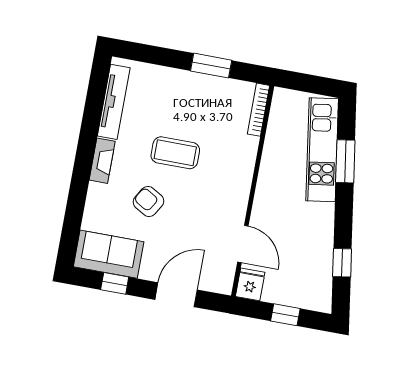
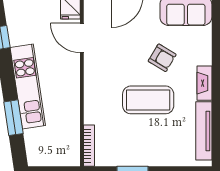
kitchen unit: (322, 150) -> (28, 87), moved
coffee table: (175, 153) -> (148, 100), width x1.36, depth x1.32

